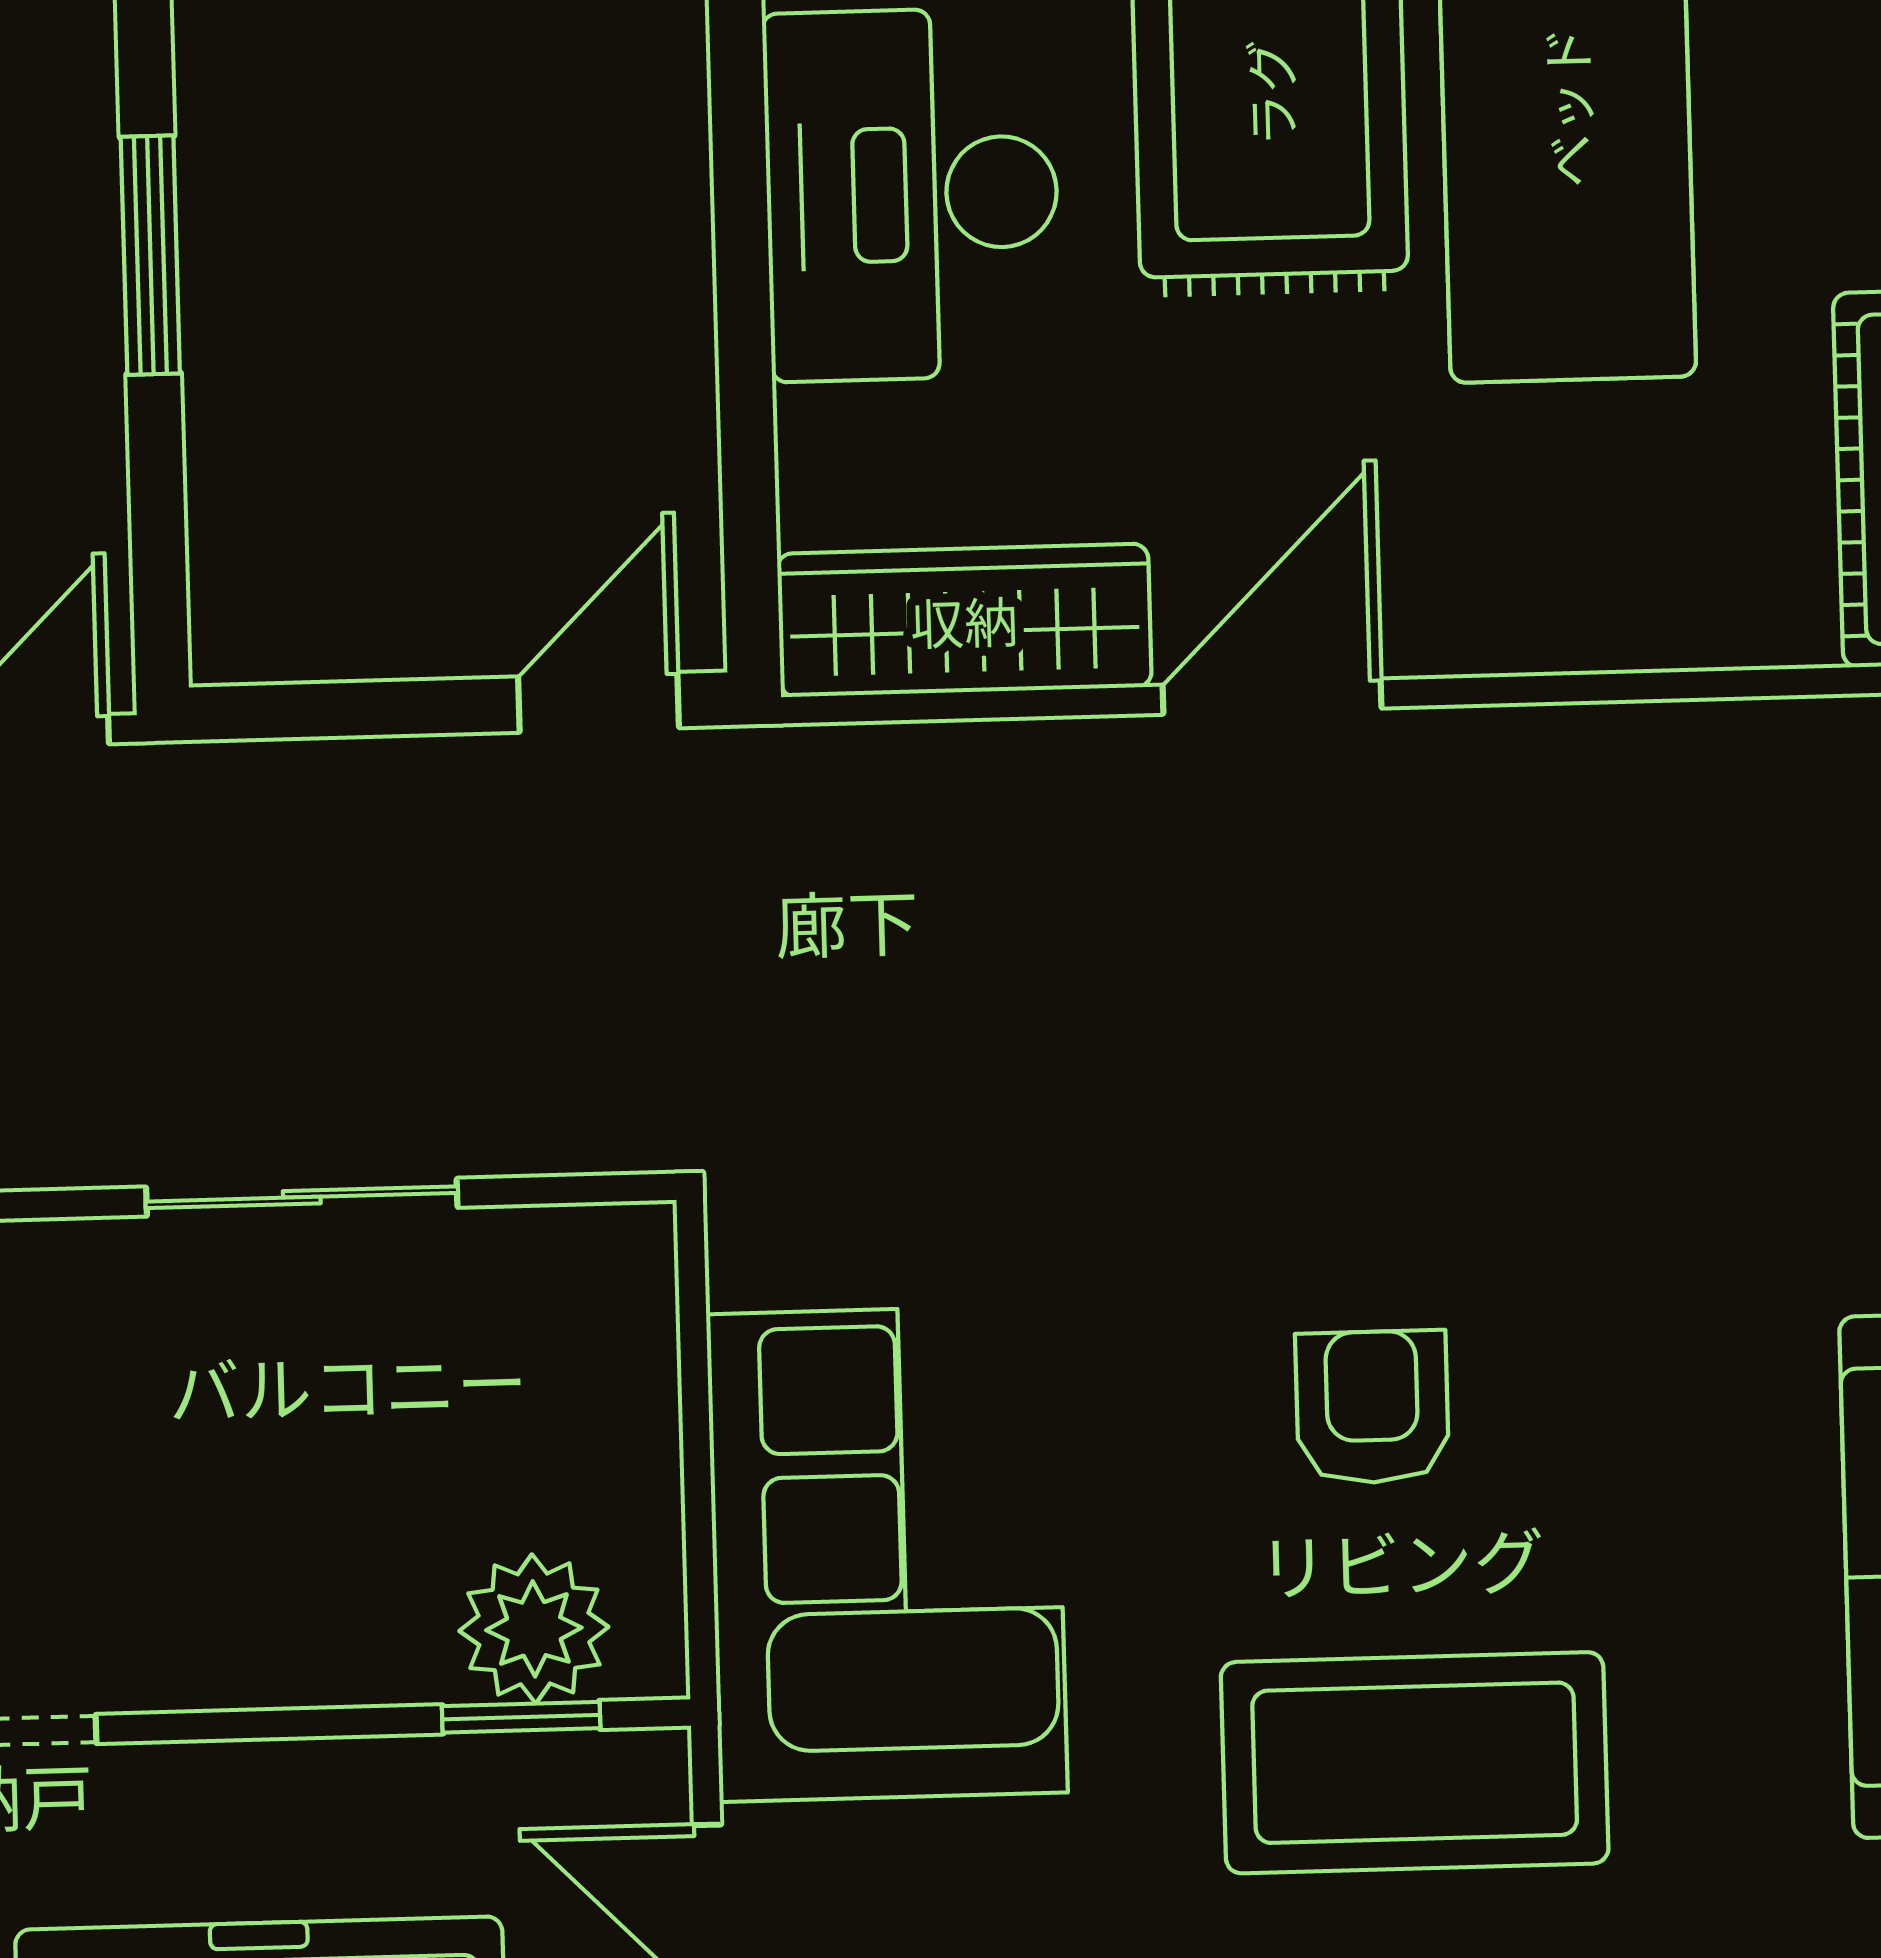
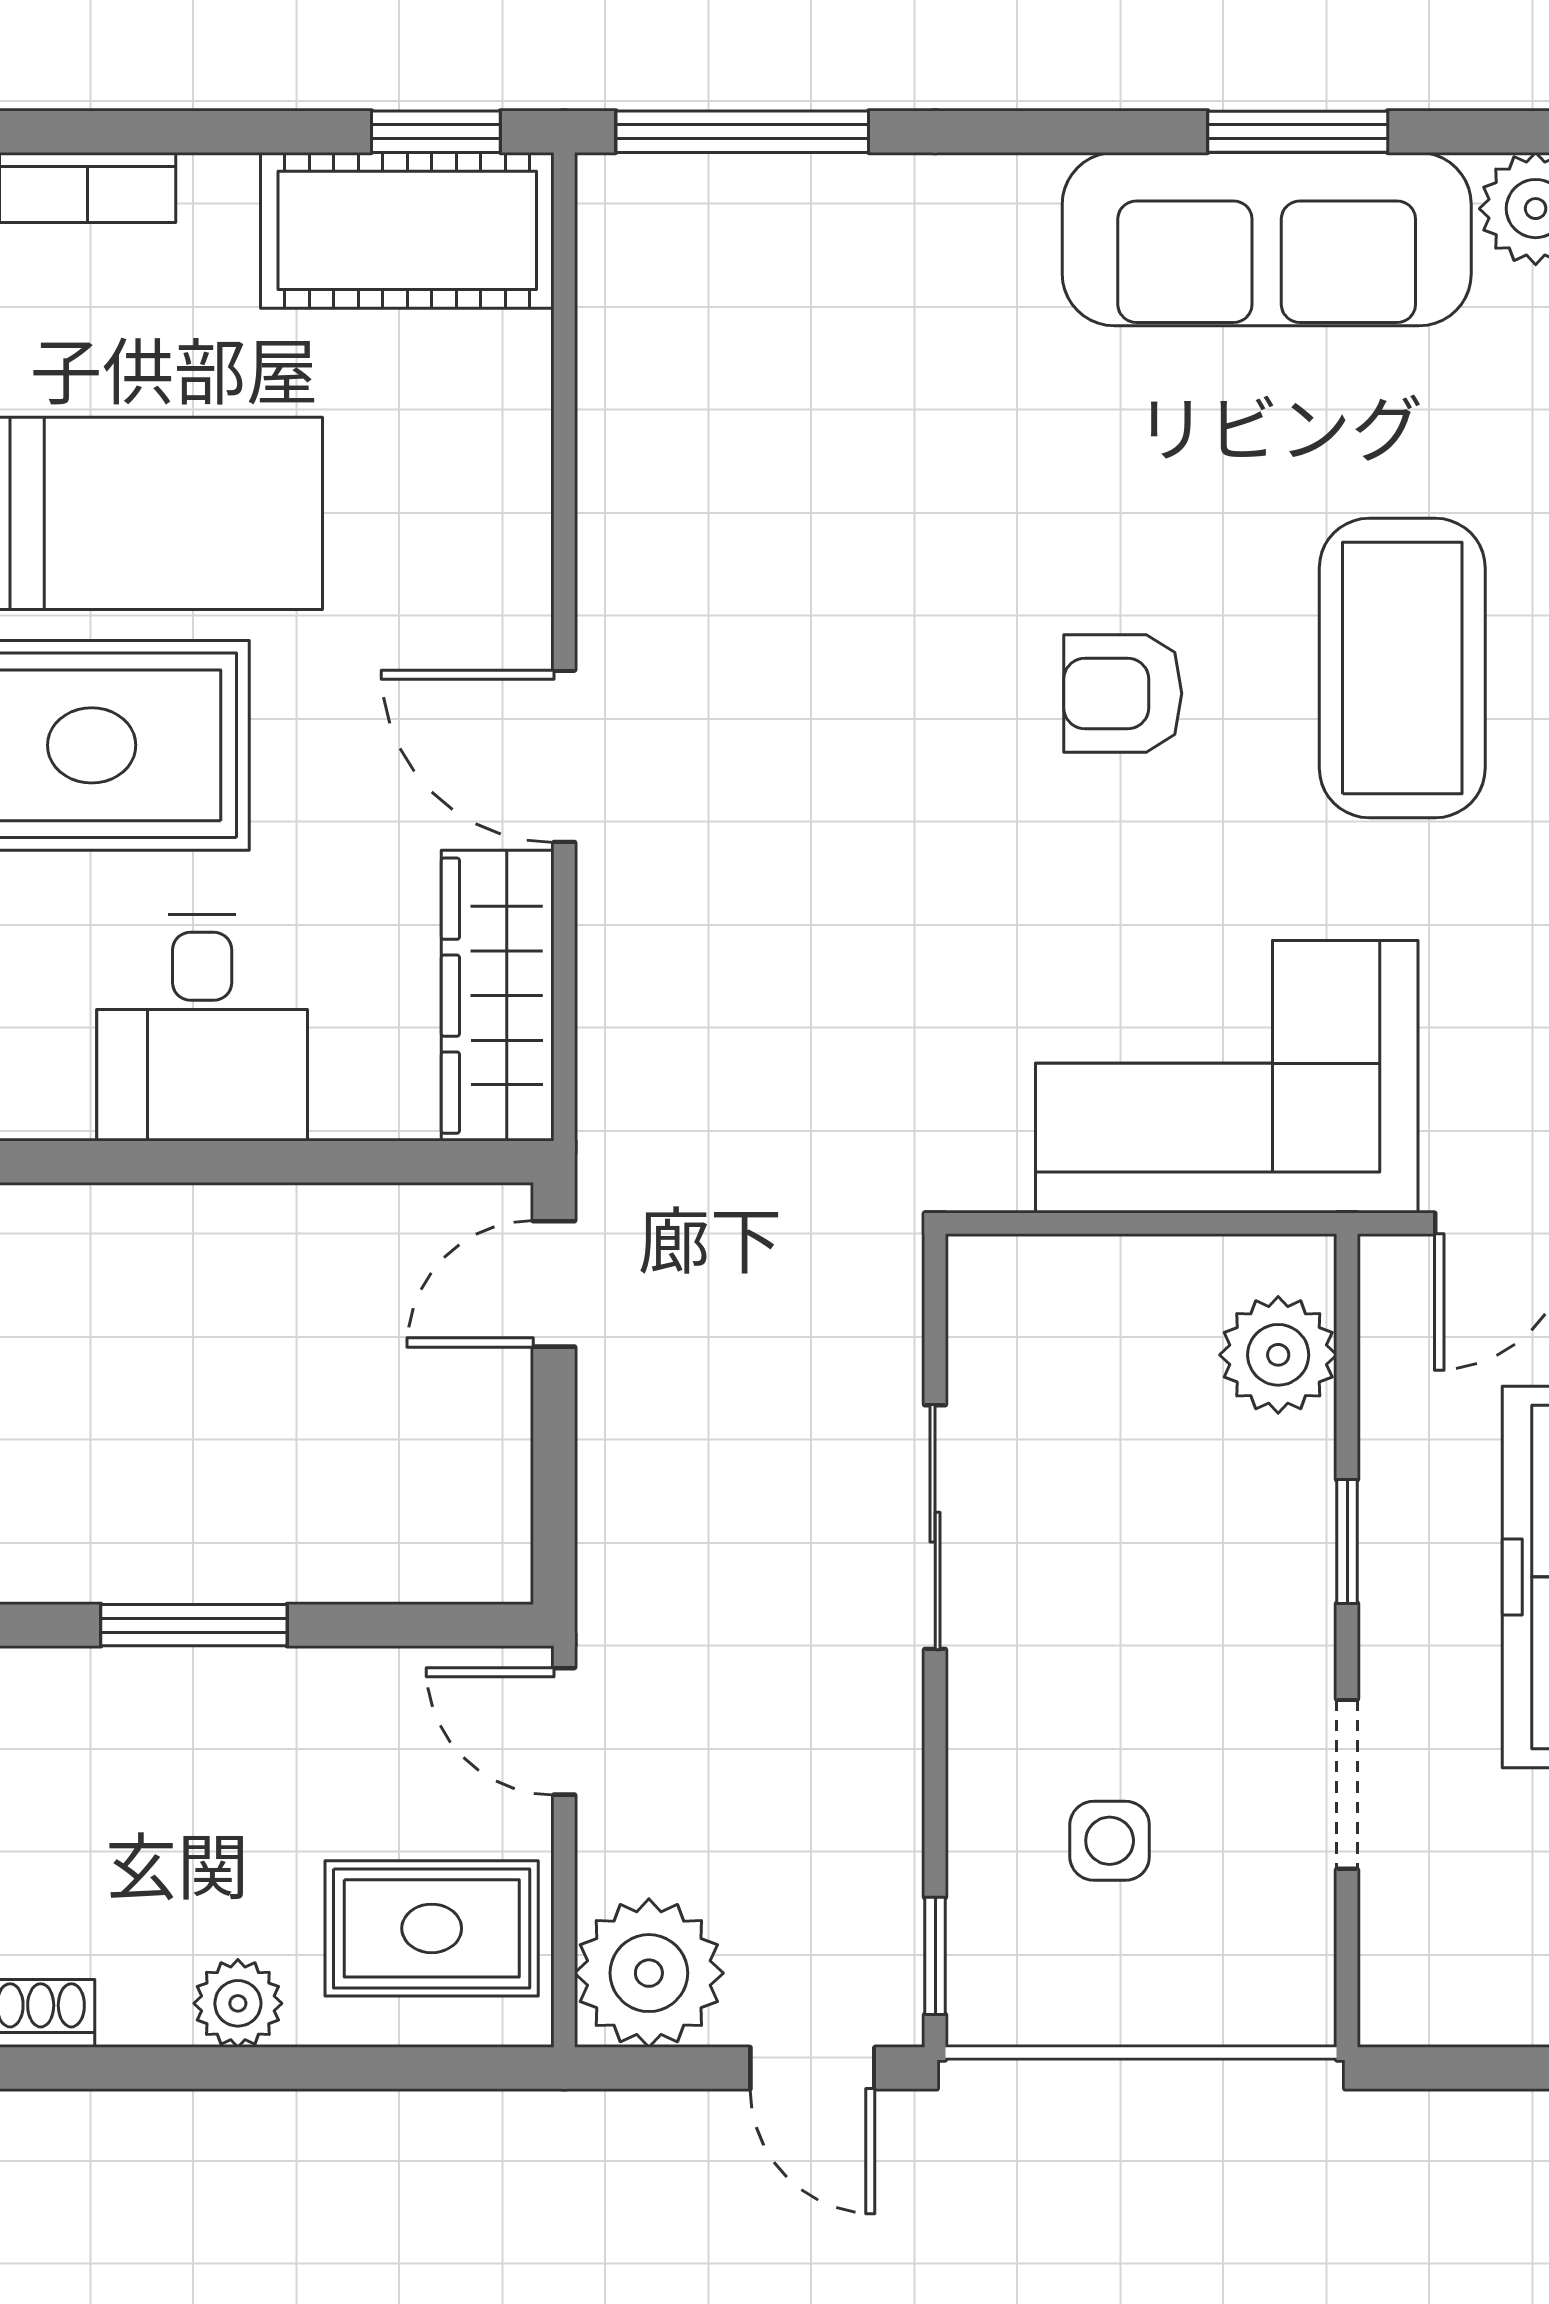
desk: (912, 194) -> (202, 1028), width x0.73
door: (599, 702) -> (554, 1284), hinge flipped
window: (521, 1717) -> (1347, 1541), moved

